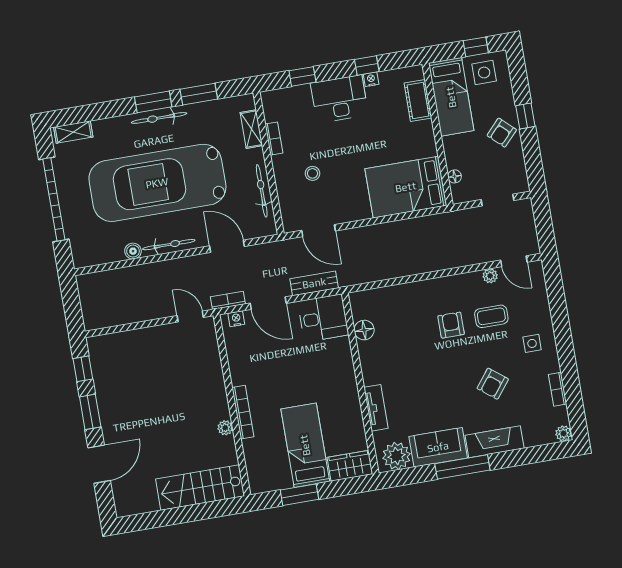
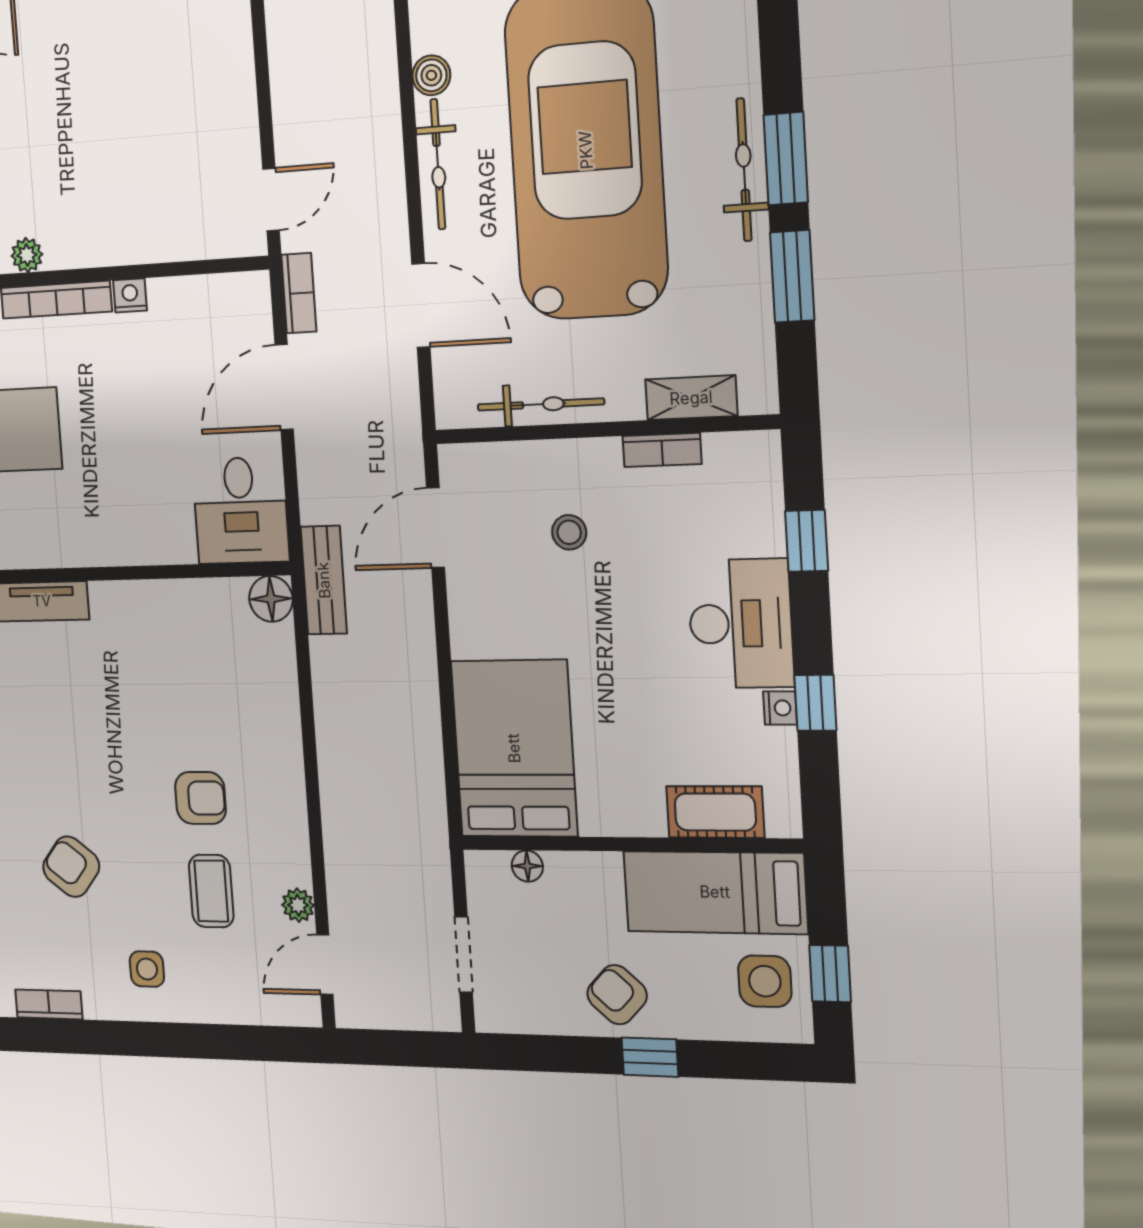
door: (227, 246) -> (421, 305), hinge flipped
bench: (314, 283) -> (324, 580), moved
nightstand: (236, 319) -> (130, 295), moved, turned -90
floor lamp: (364, 330) -> (271, 599), moved

